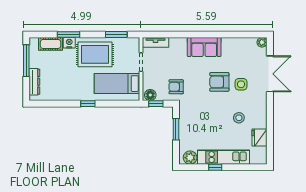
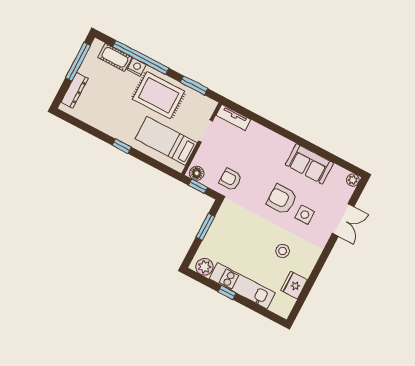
window: (69, 35) -> (141, 57), width x2.11
sofa: (204, 47) -> (309, 164), moved
double door: (270, 74) -> (343, 220), width x0.73

